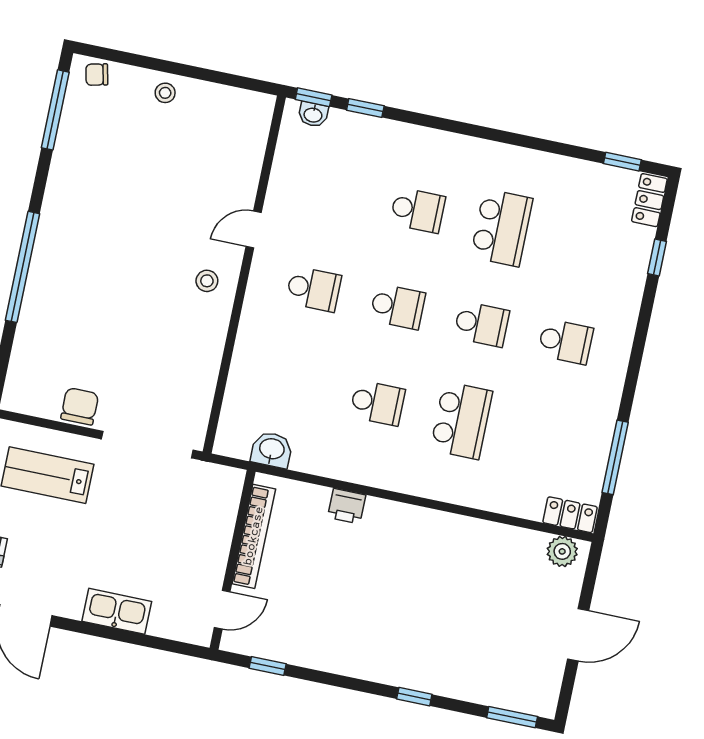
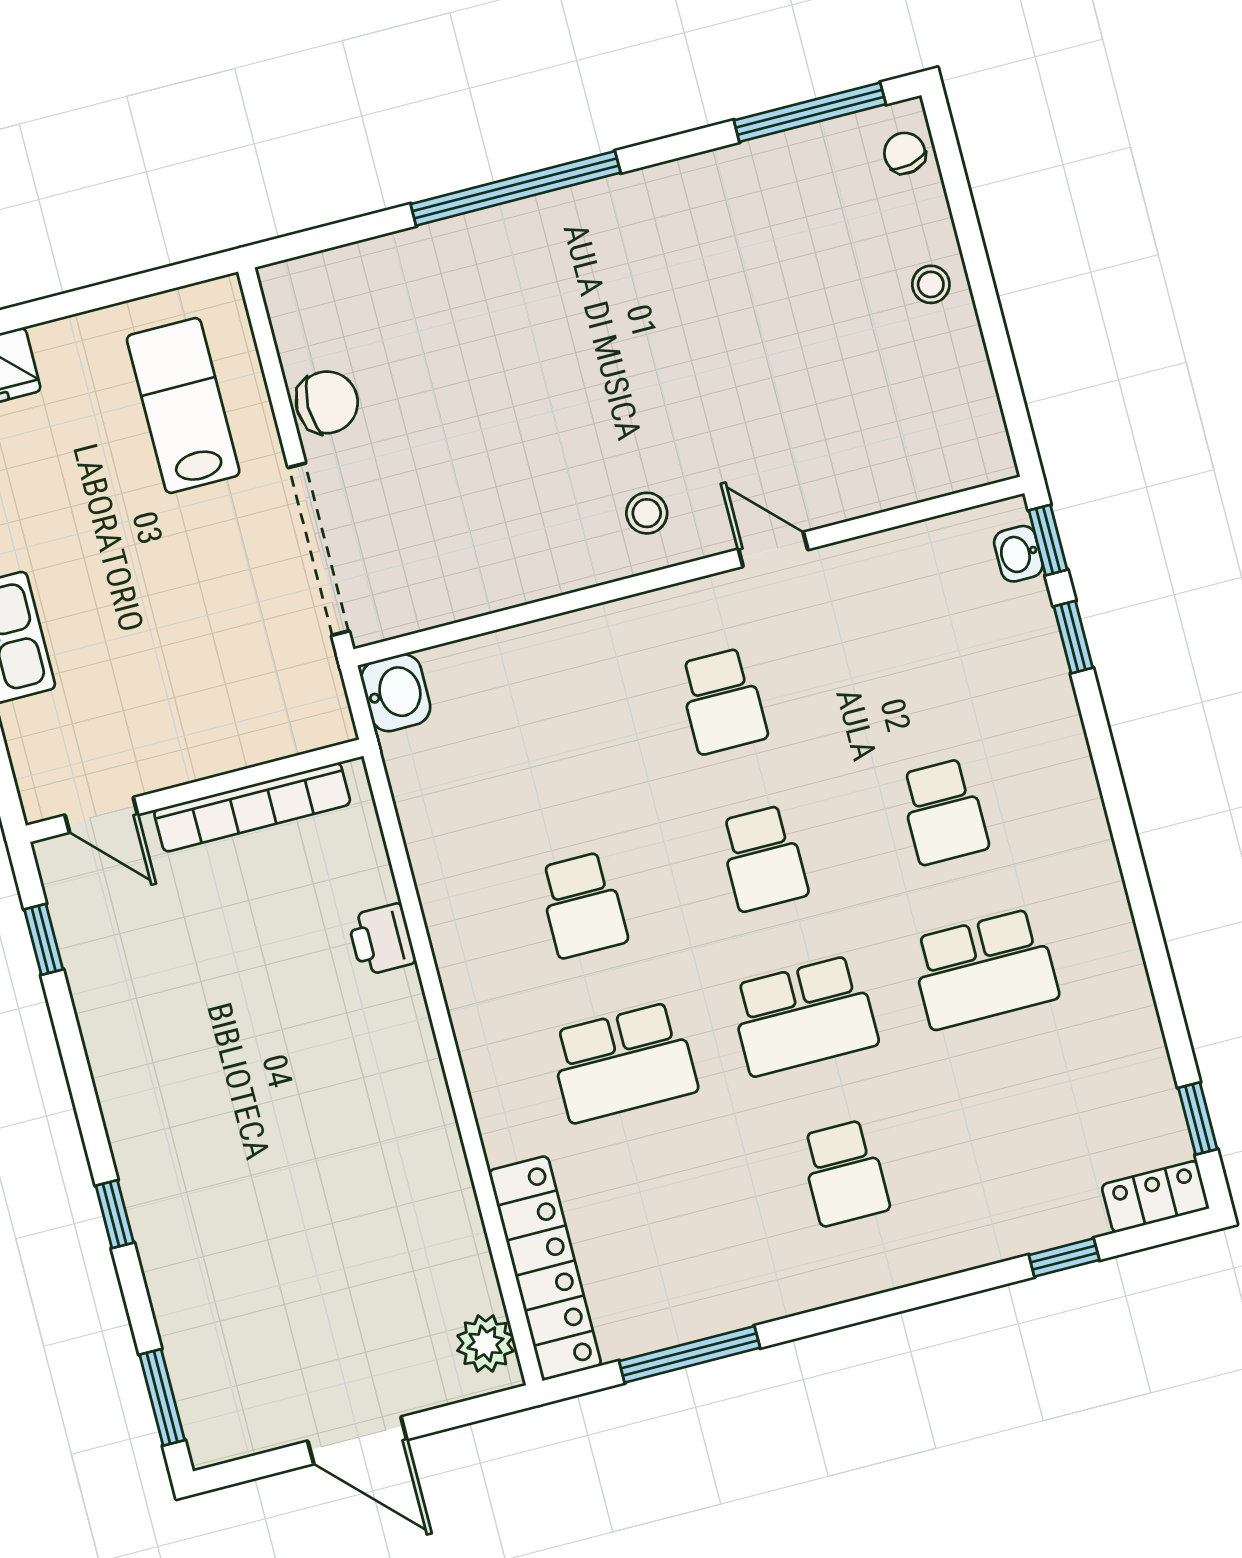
school desk: (482, 324) -> (804, 1016), width x1.85
washbasin: (272, 450) -> (396, 693), moved
locker: (570, 515) -> (545, 1268), width x2.16, depth x1.21

